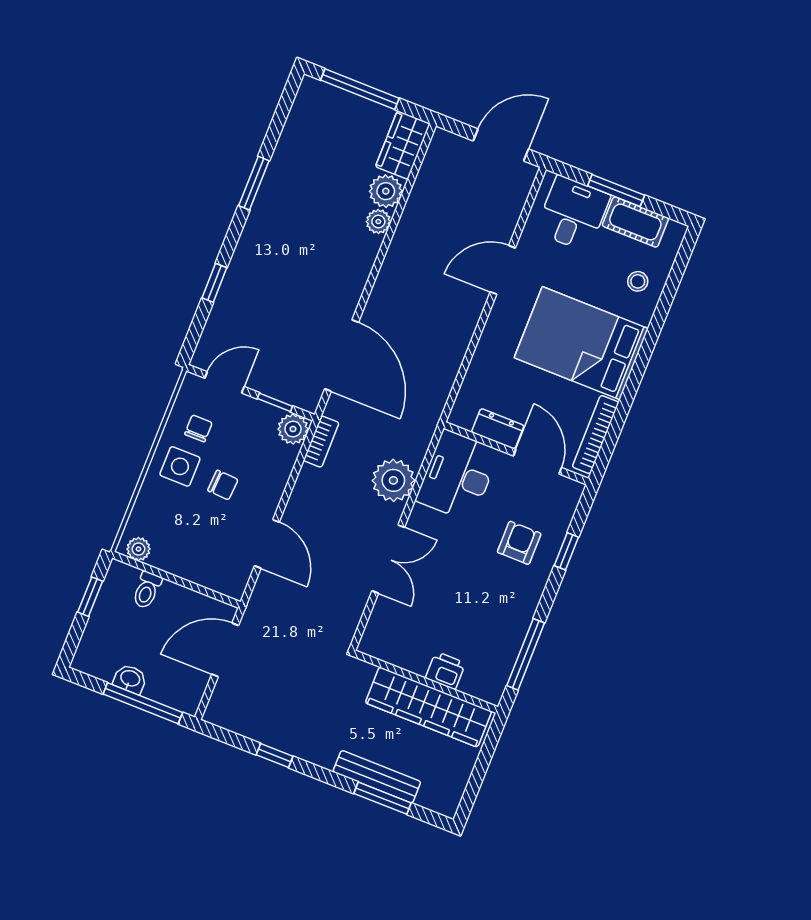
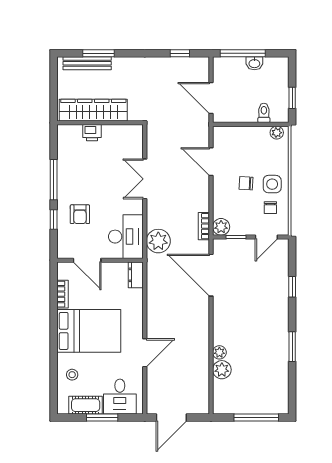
wardrobe: (403, 145) -> (222, 397), removed
dresser: (498, 429) -> (136, 275), moved, turned 90
bookcase: (596, 435) -> (63, 294), width x0.64
plant: (393, 480) -> (158, 241), moved
door: (225, 650) -> (211, 98), swing flipped
window: (526, 654) -> (54, 180), moved
window: (275, 756) -> (180, 53), moved
bench: (377, 777) -> (87, 63), moved

